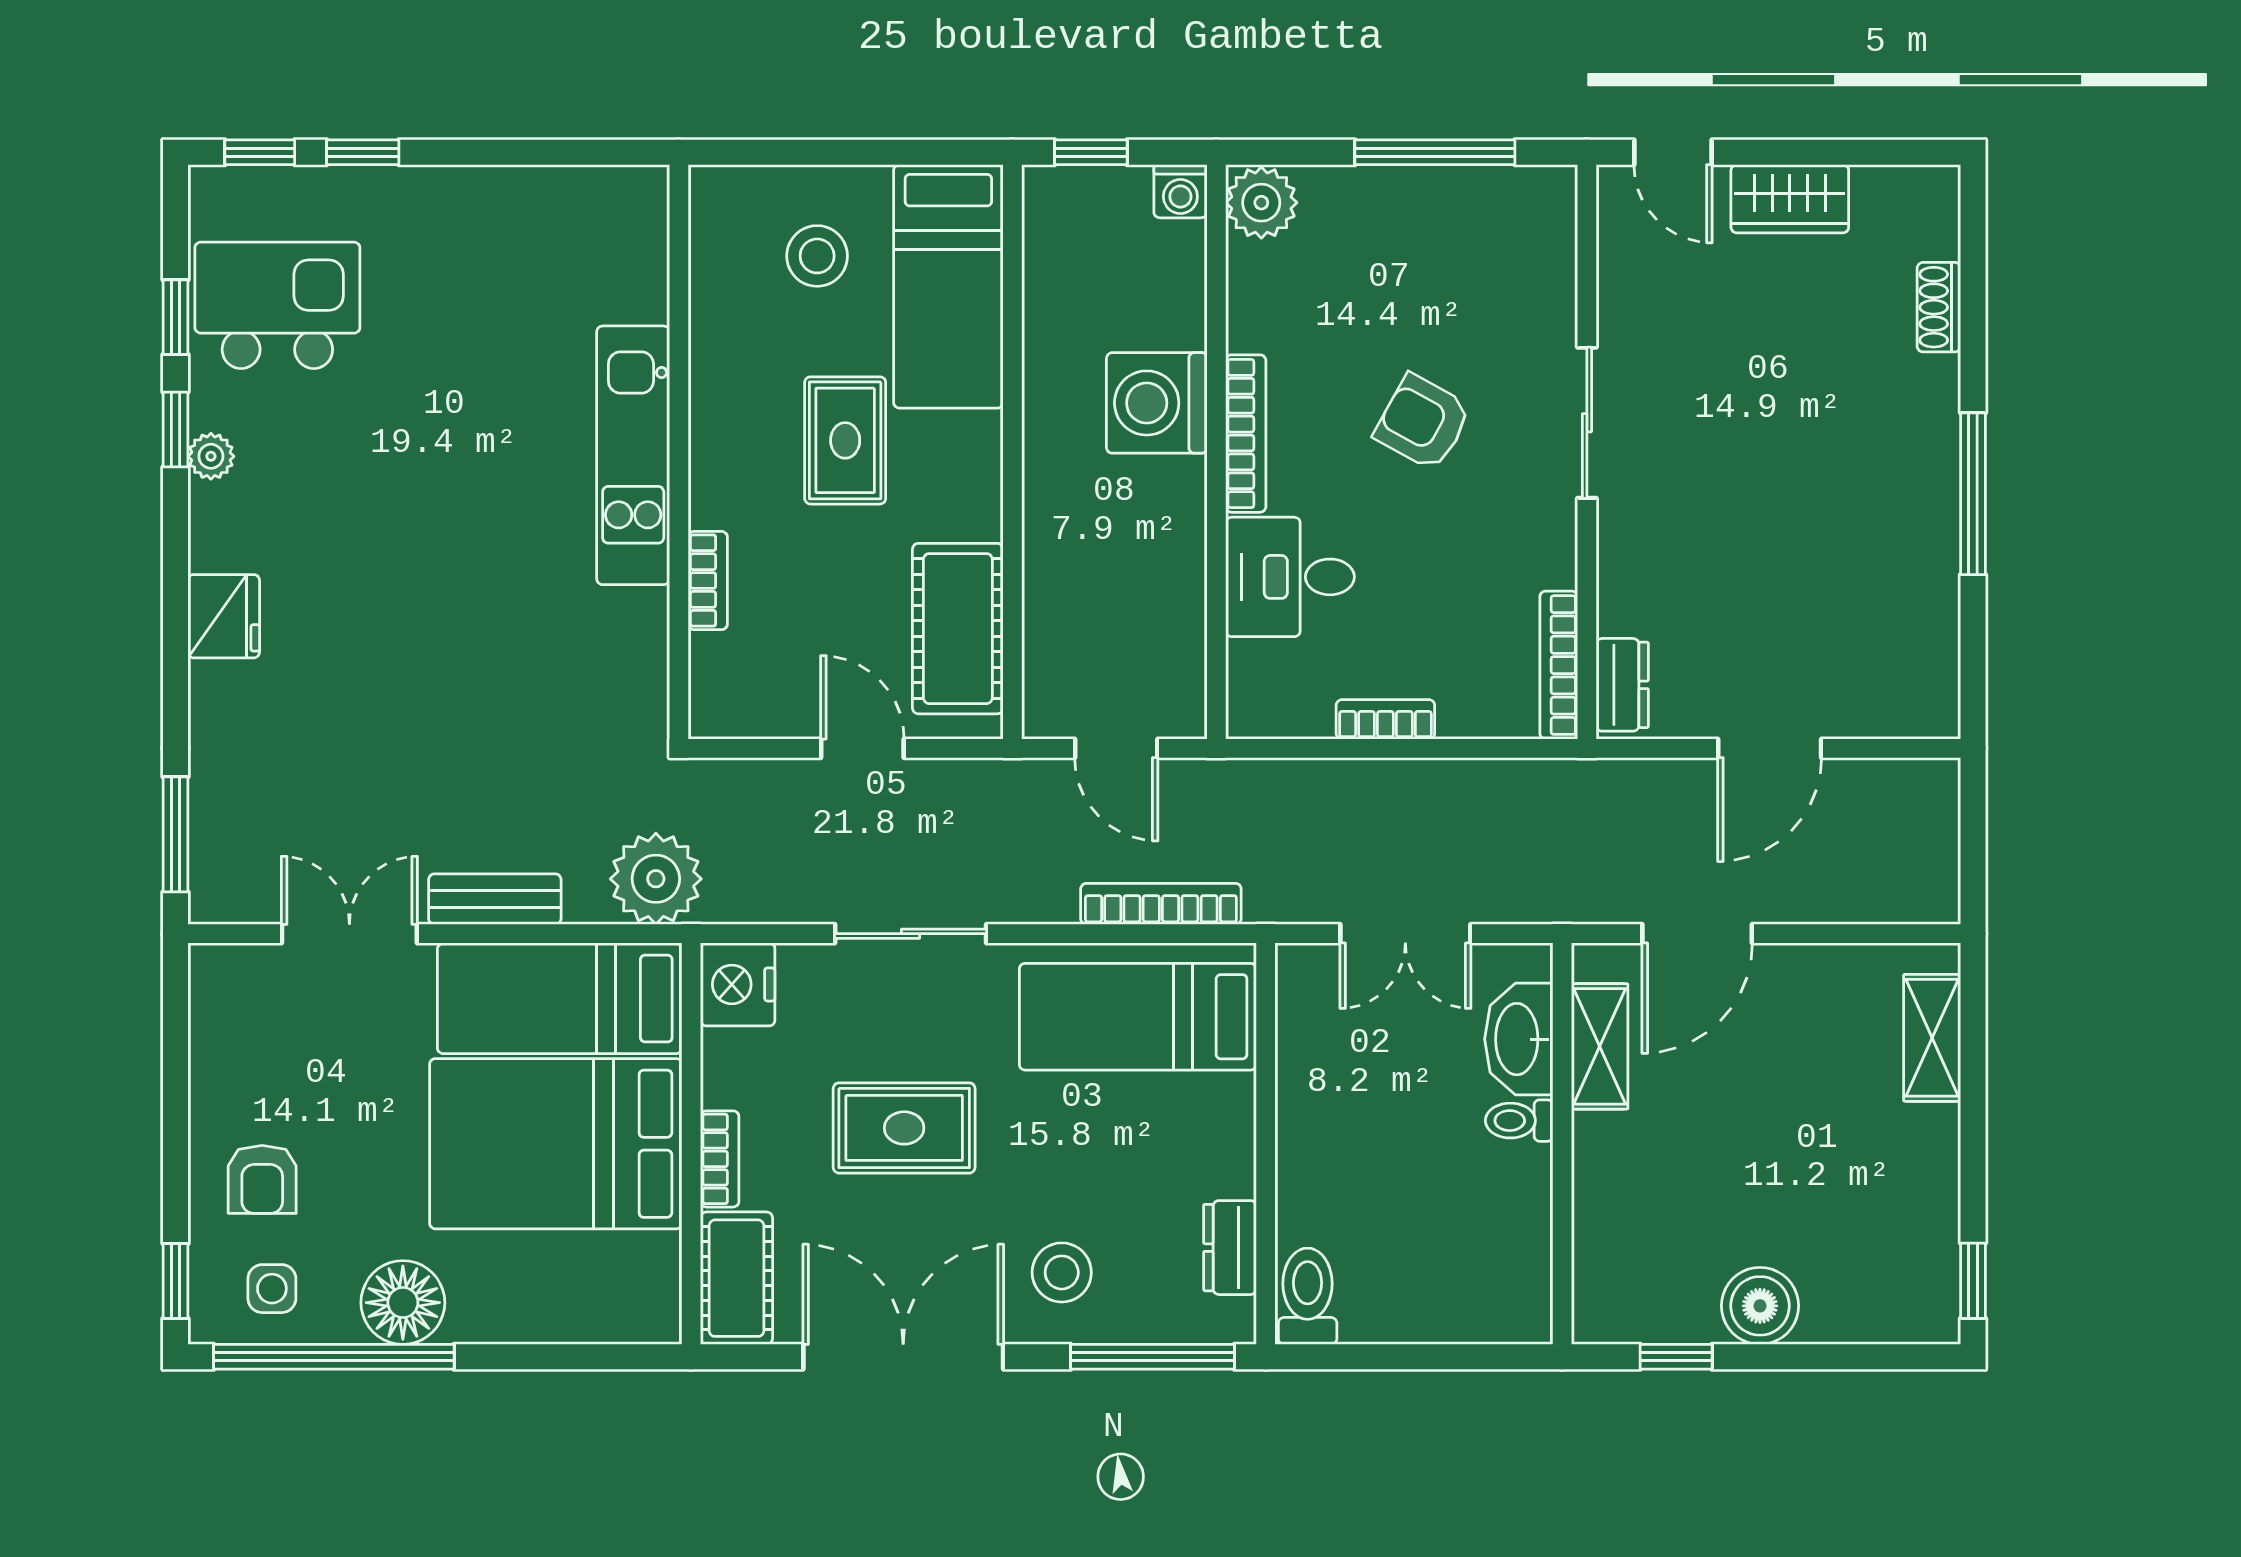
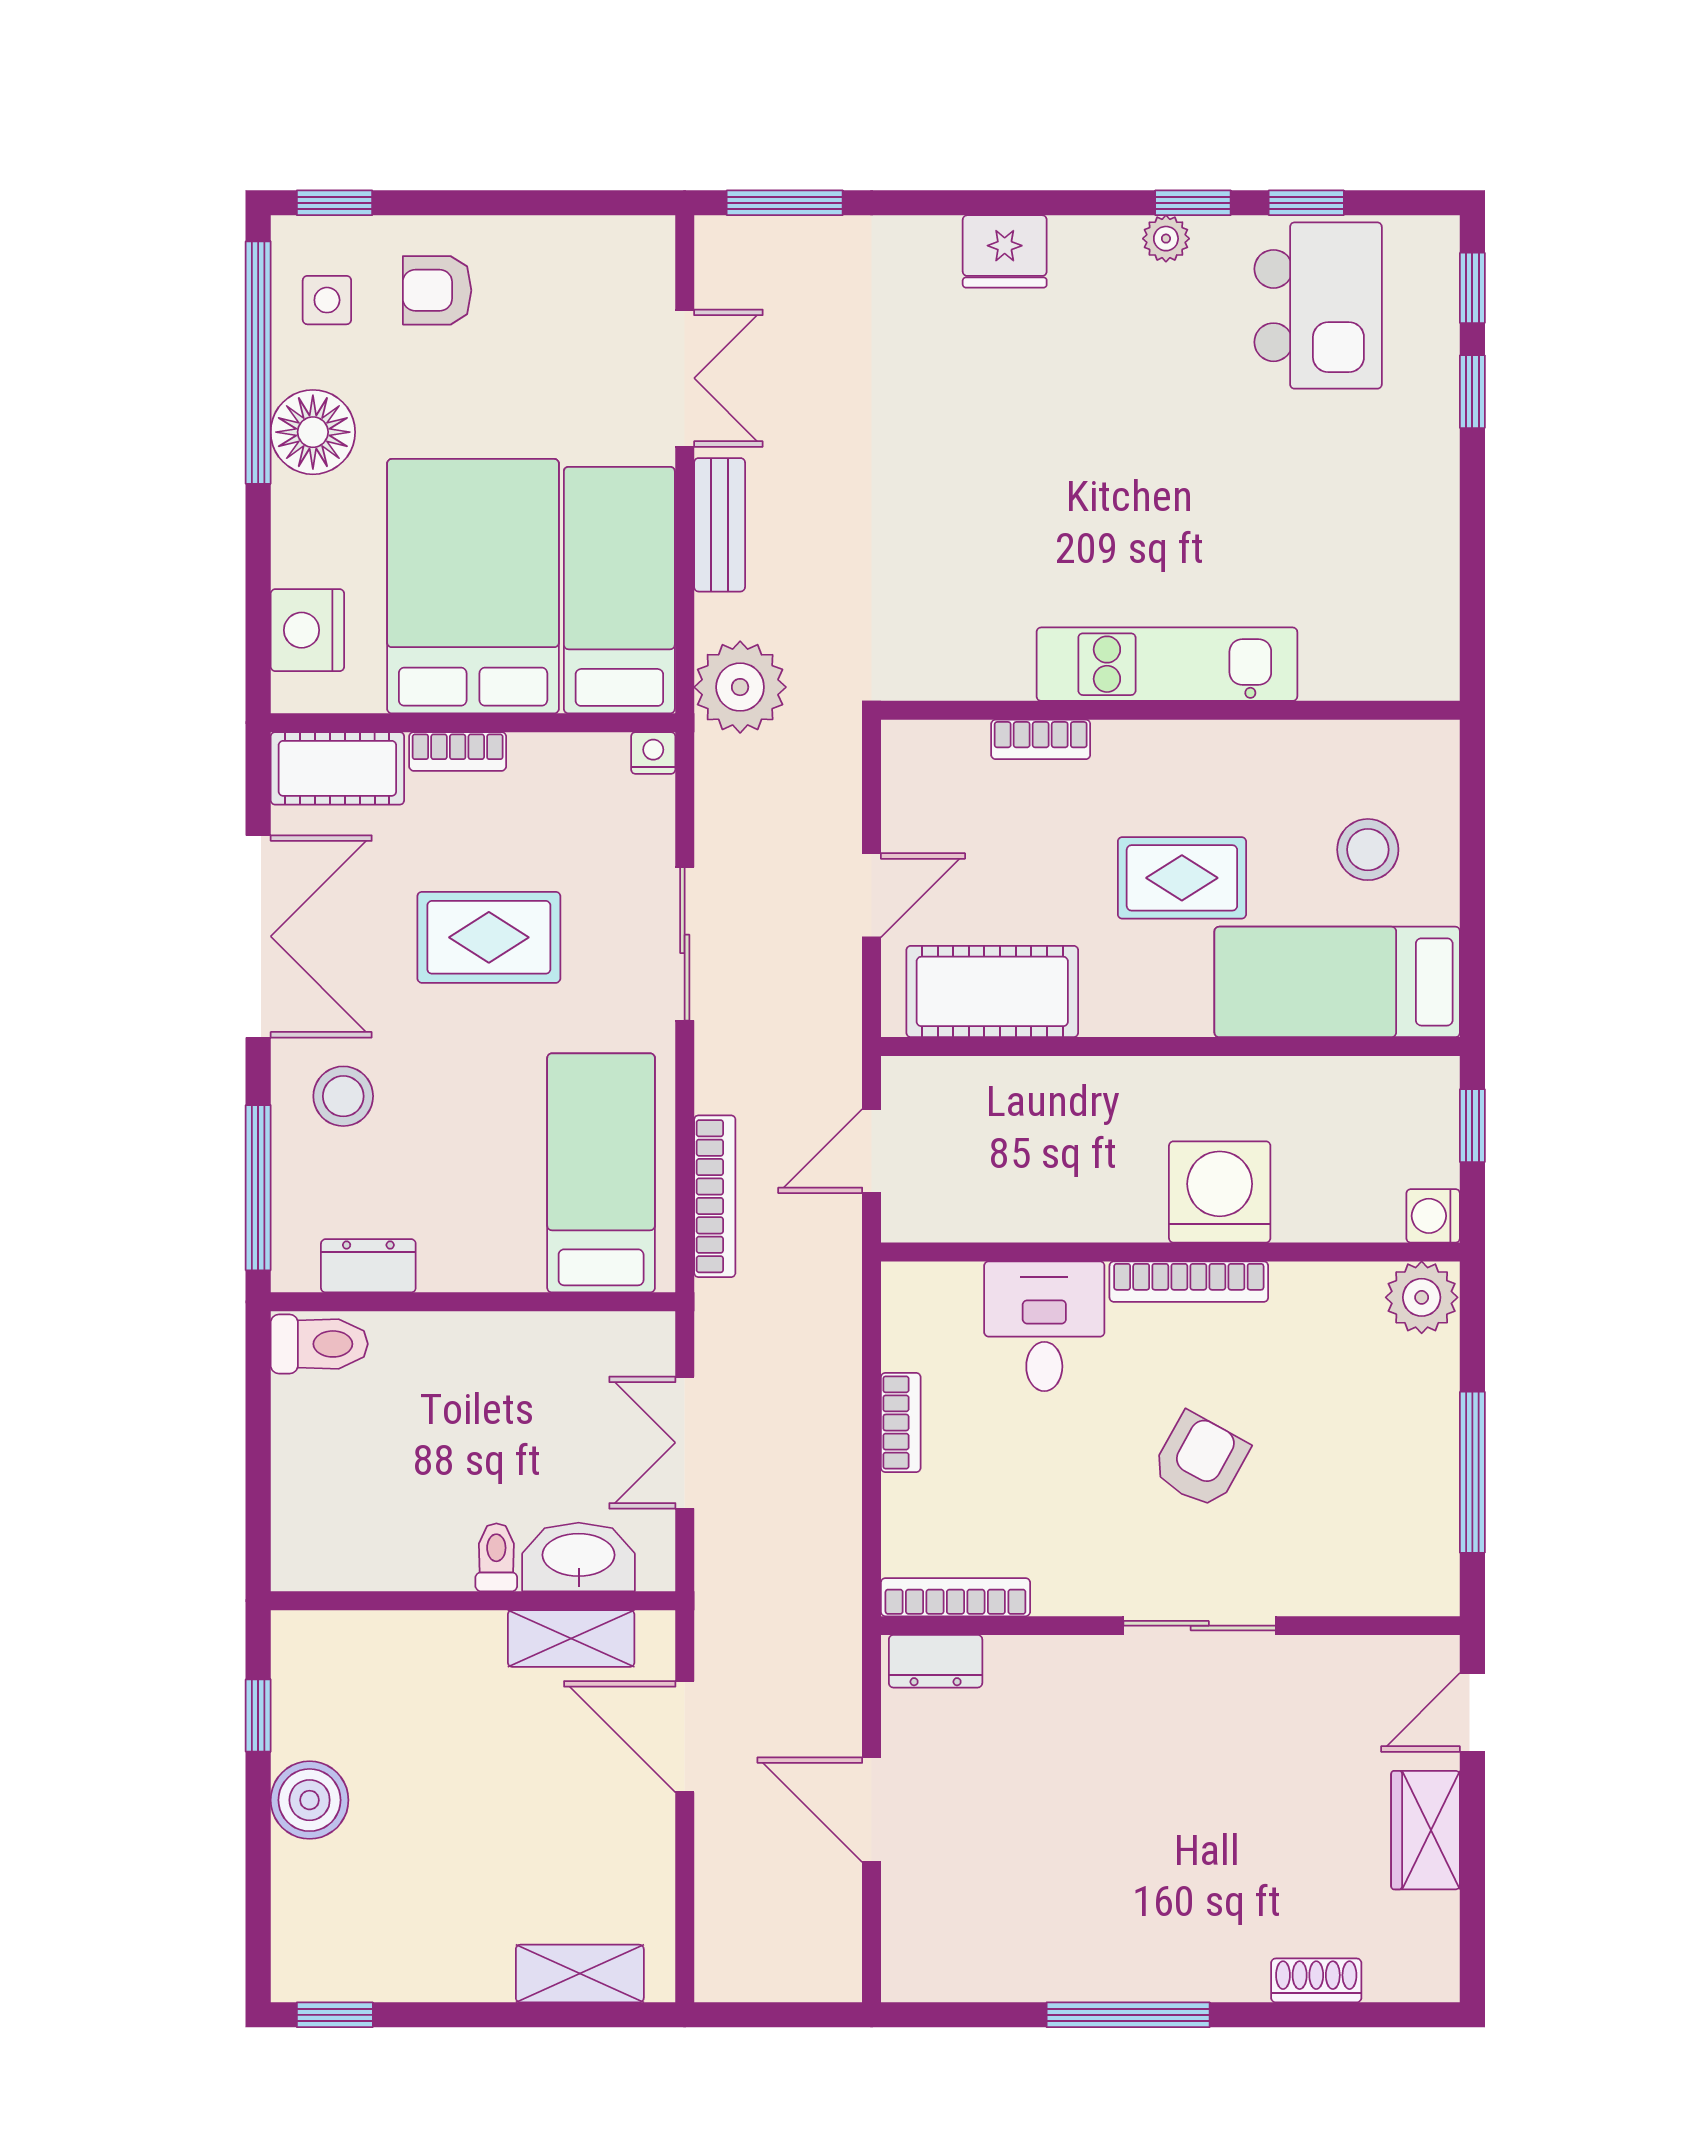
nightstand: (738, 984) -> (653, 753), width x0.53, depth x0.56
rug: (904, 1128) -> (489, 937), turned 90
nightstand: (599, 1308) -> (307, 630), added

